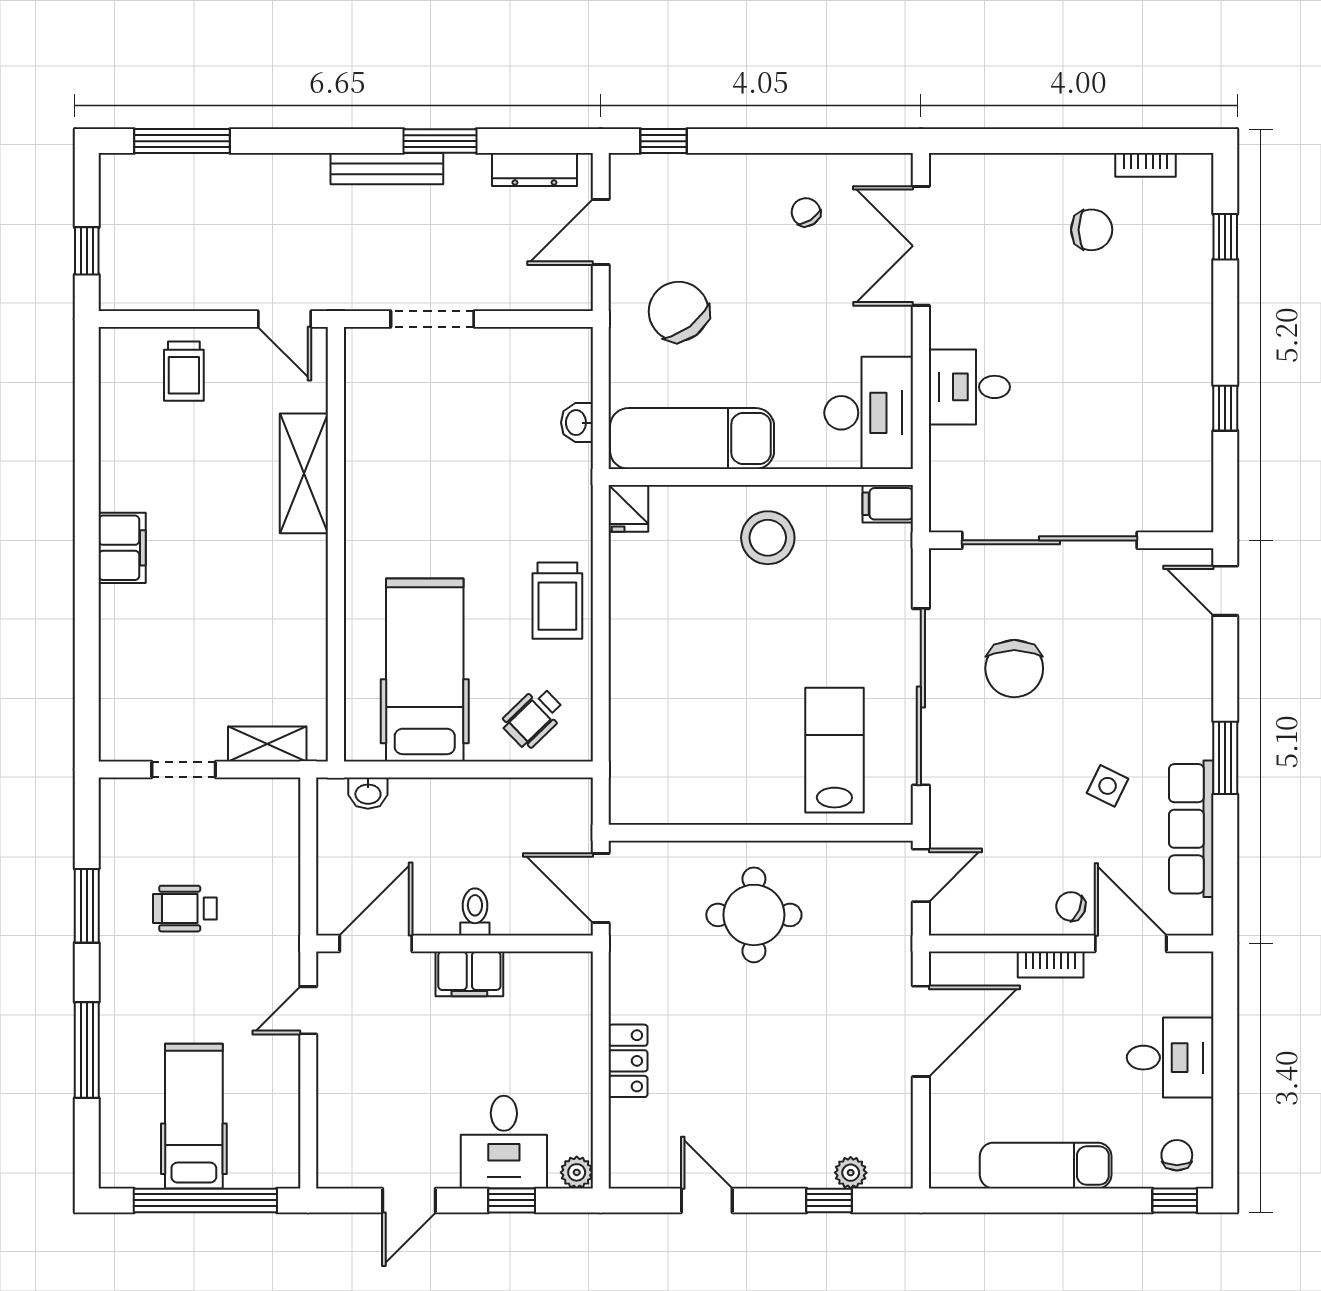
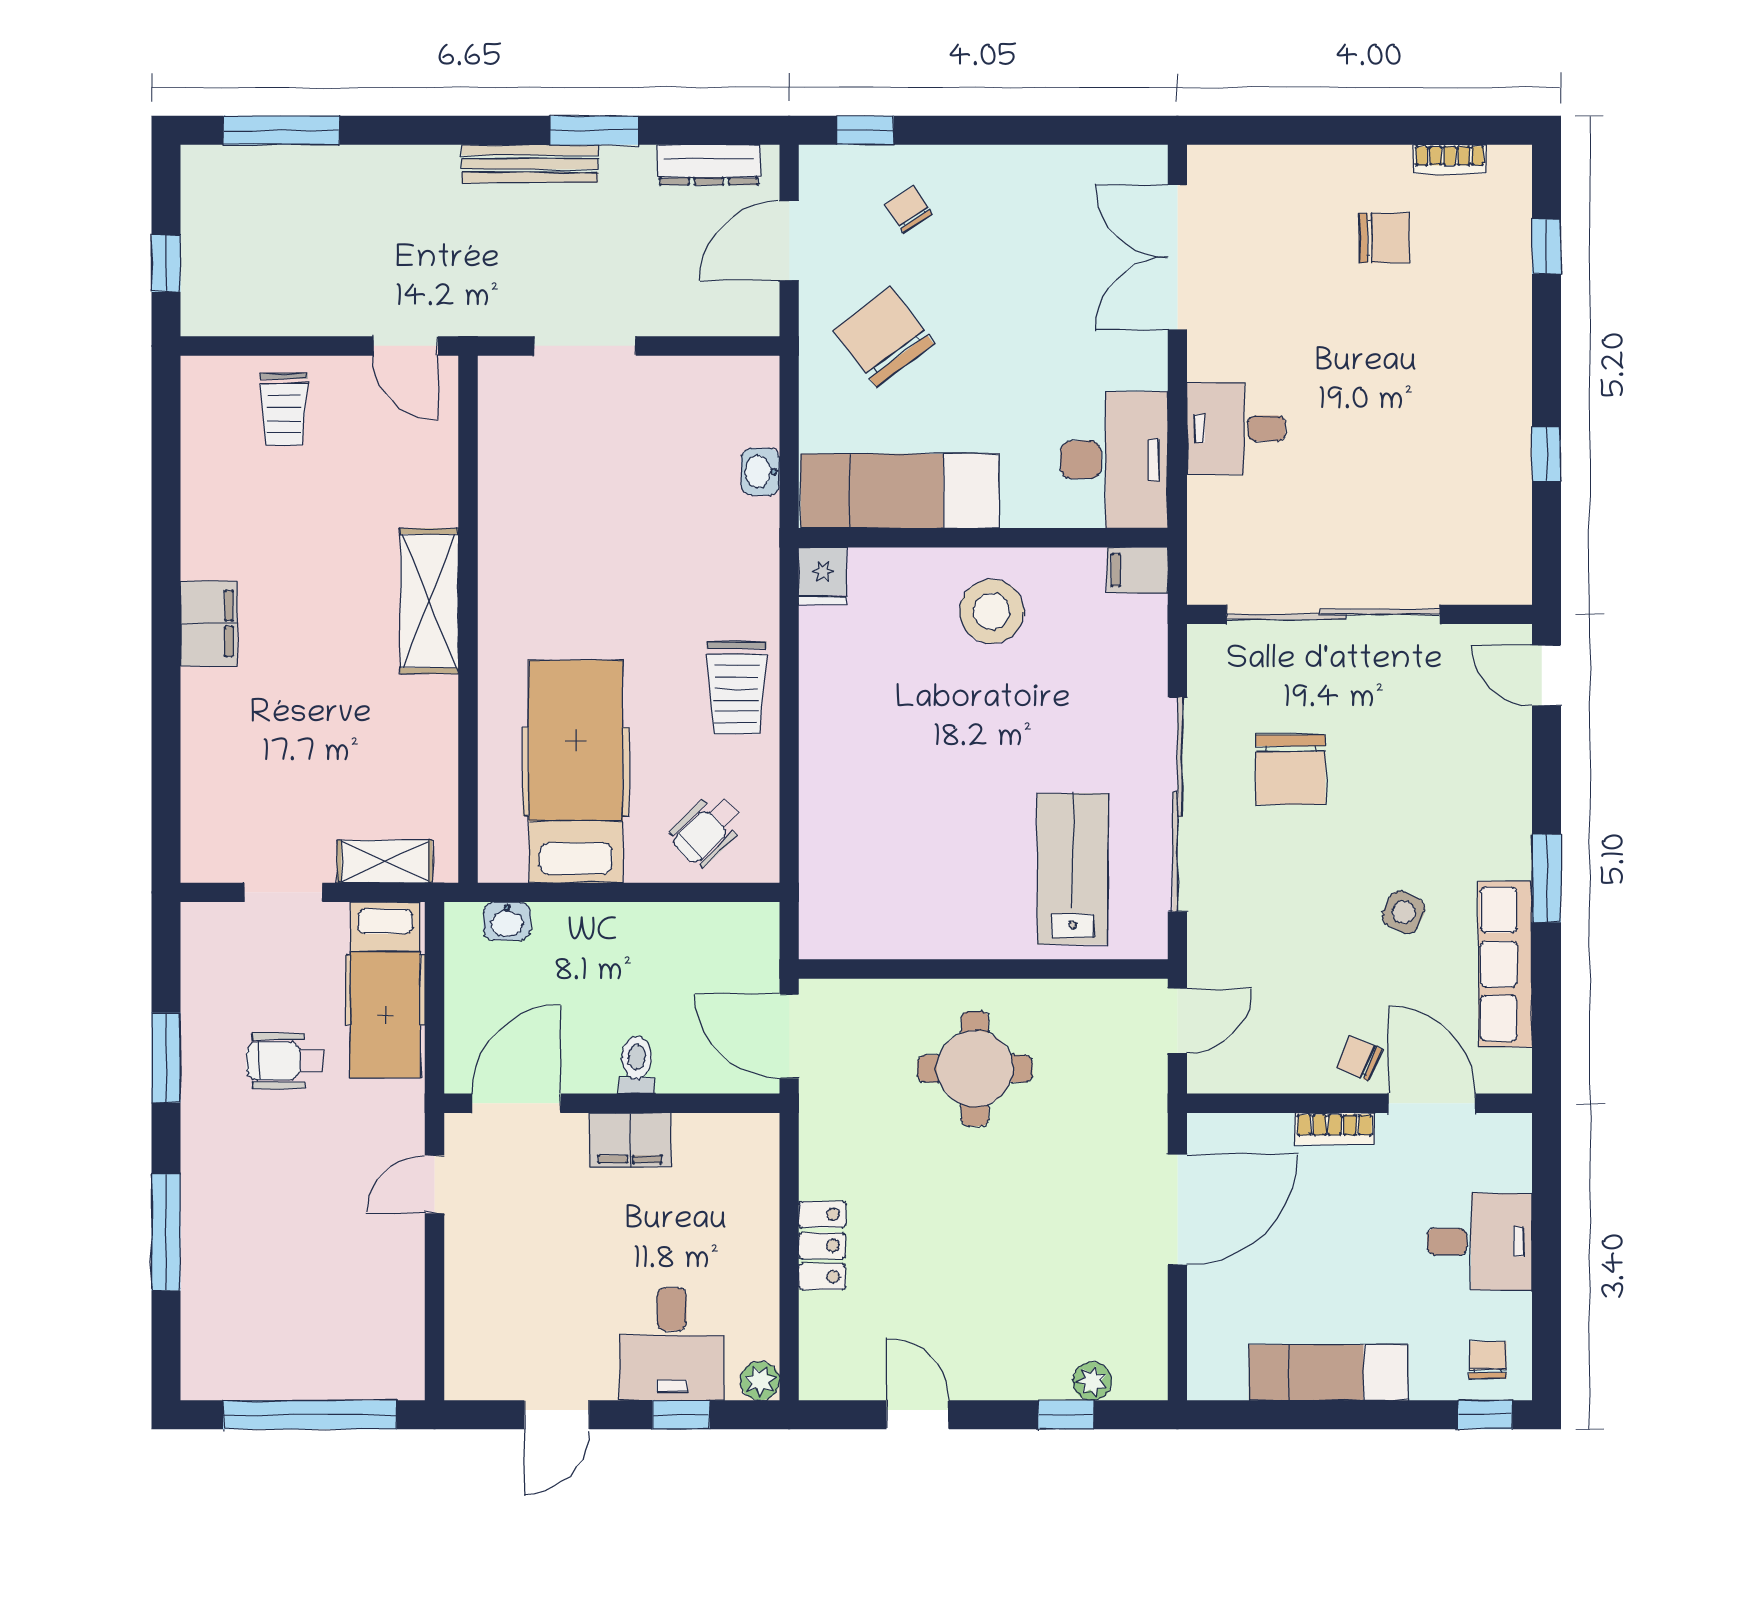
chair: (806, 212) -> (909, 209), moved
shelving: (304, 473) -> (429, 601), moved
hospital bed: (194, 1116) -> (385, 990), moved, turned 180

